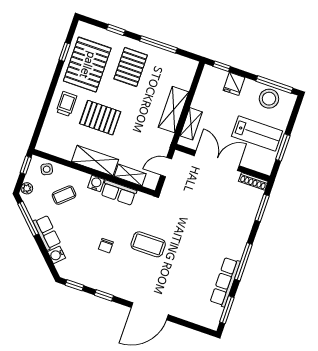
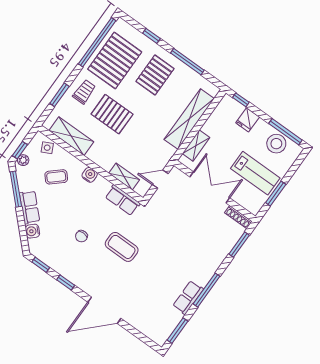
window: (65, 52) -> (97, 42), width x3.17
shelving: (174, 110) -> (189, 119), width x1.47
window: (43, 114) -> (59, 95), added
shelving: (95, 161) -> (71, 136), moved
window: (26, 165) -> (20, 150), moved
row of seats: (119, 193) -> (123, 200), moved
row of seats: (225, 282) -> (188, 298), width x0.68

